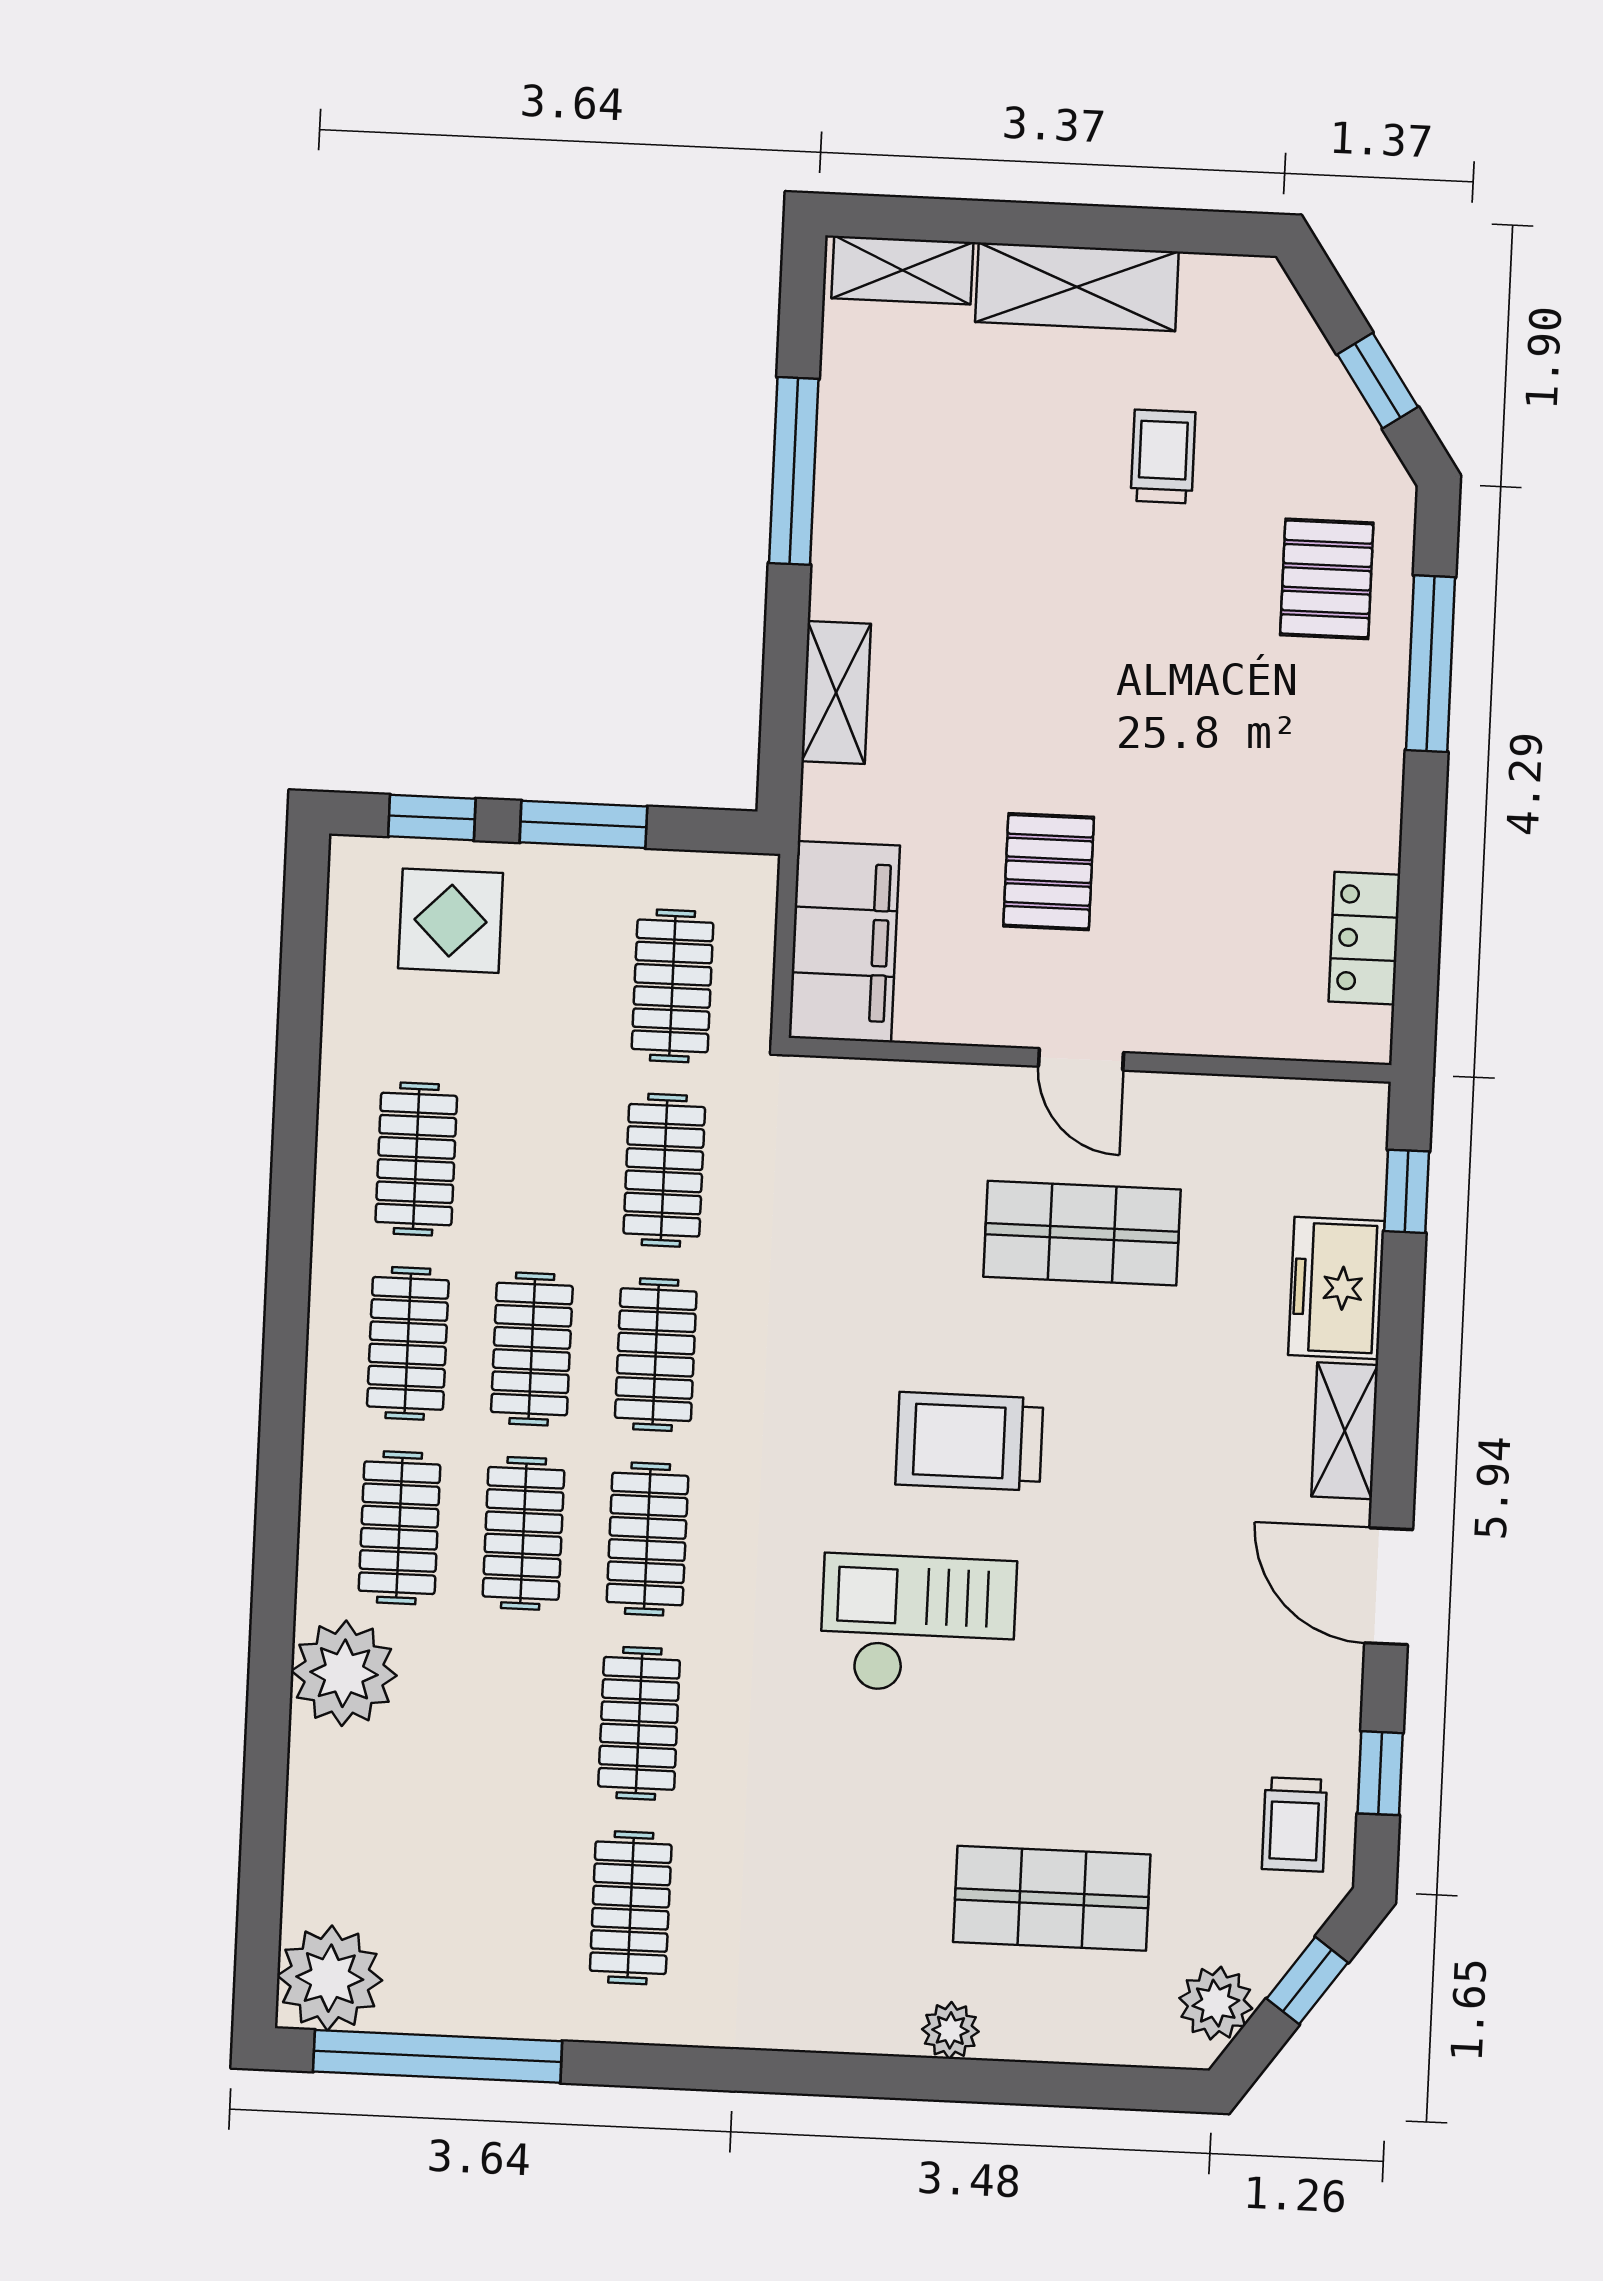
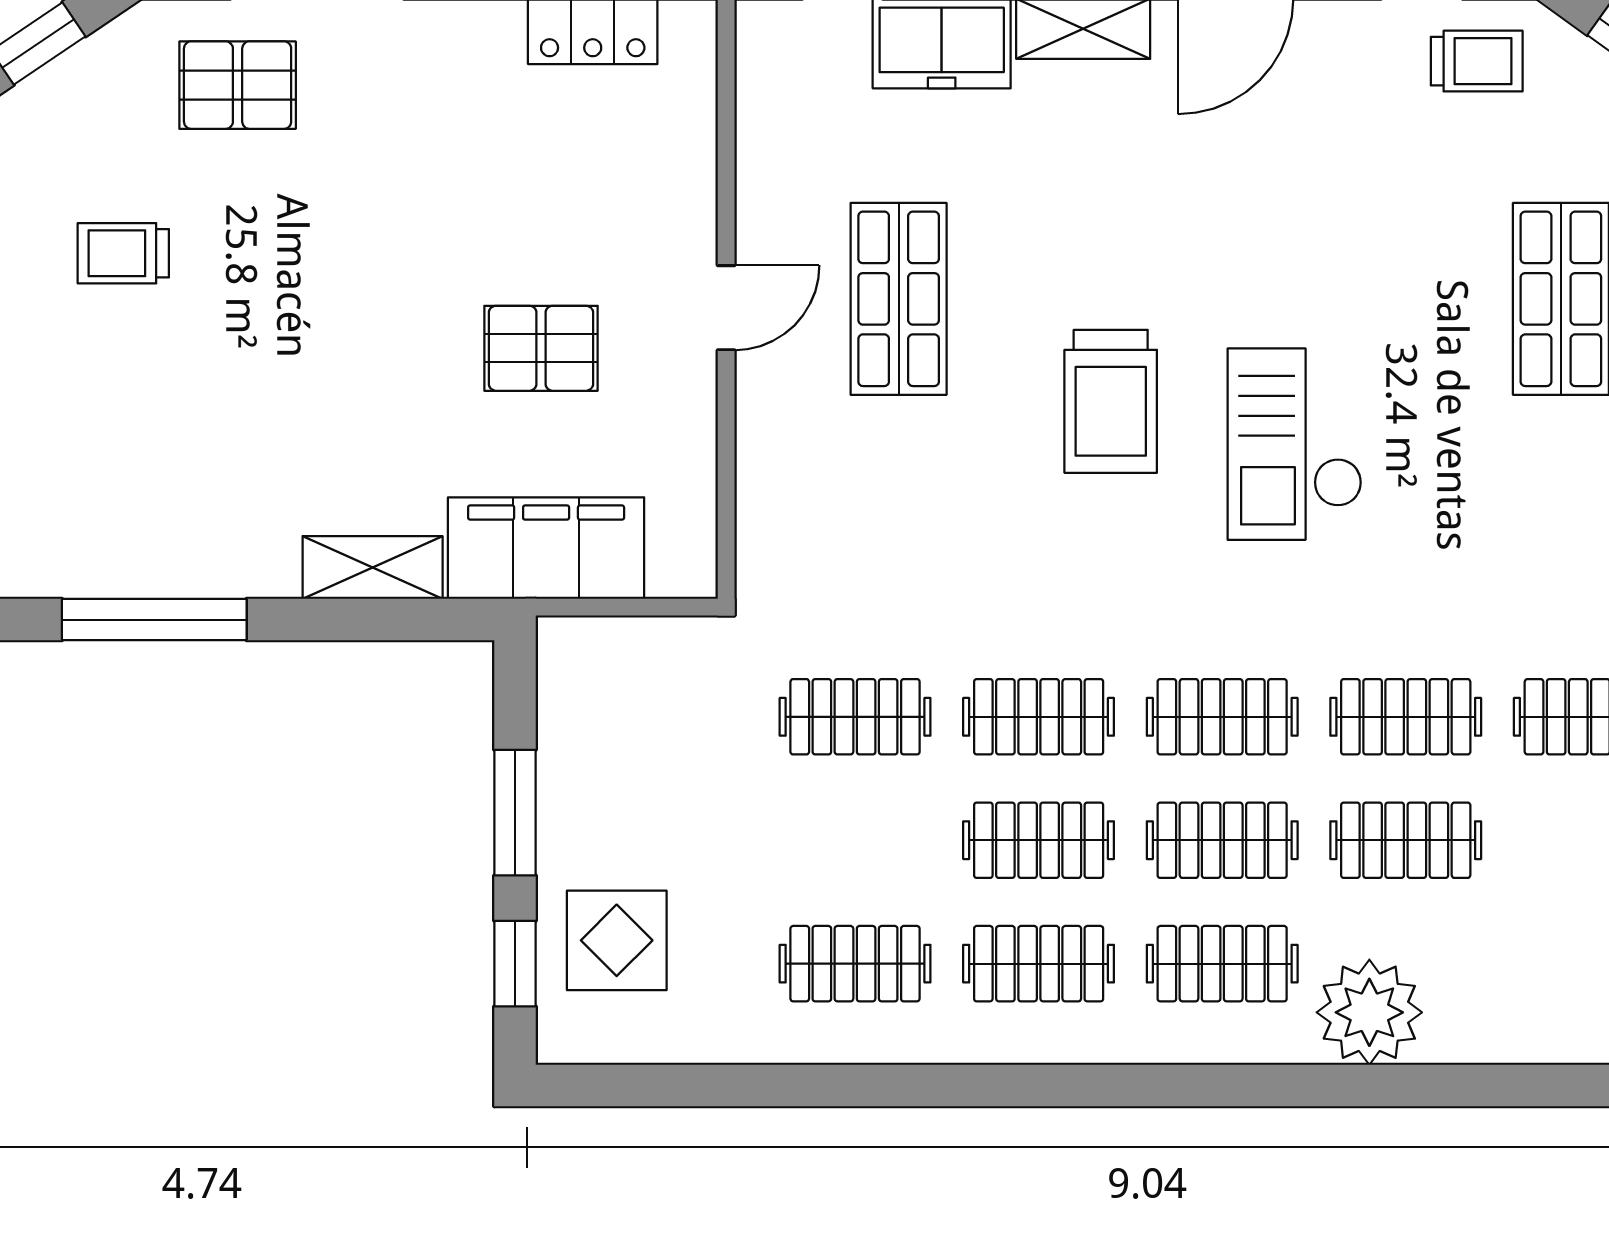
filing cabinet: (844, 942) -> (546, 548), moved
clothes rail: (673, 986) -> (1406, 840), moved

